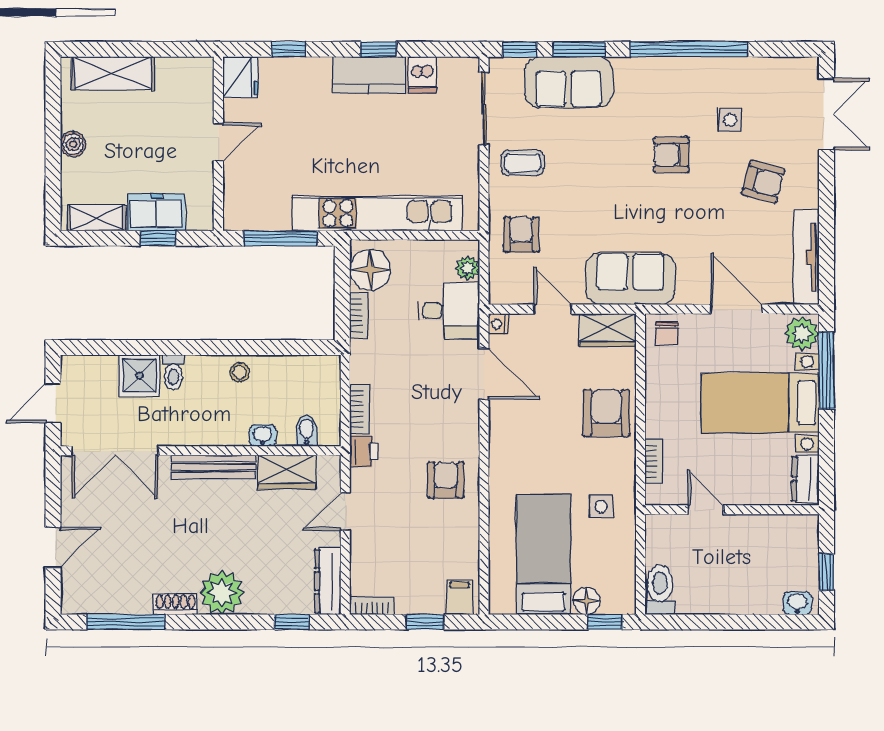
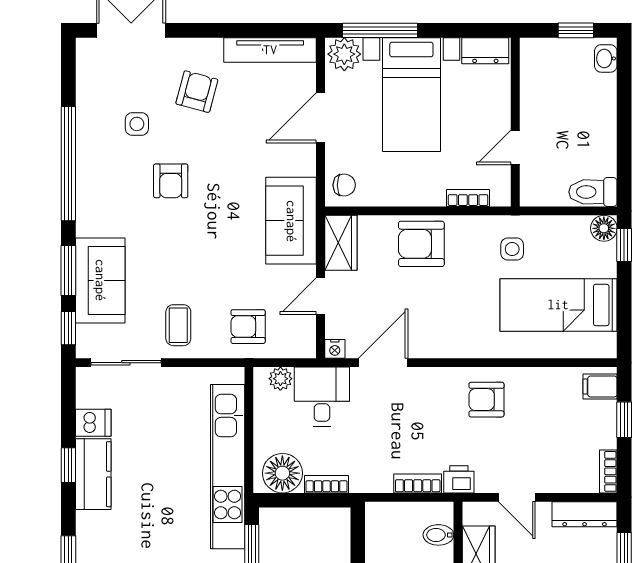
floor lamp: (586, 601) -> (604, 228), moved

